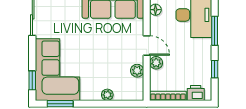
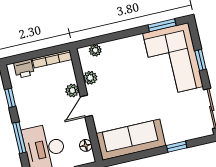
door: (147, 45) -> (86, 106), hinge flipped
window: (32, 80) -> (200, 60), moved
plant: (107, 95) -> (95, 50), moved

